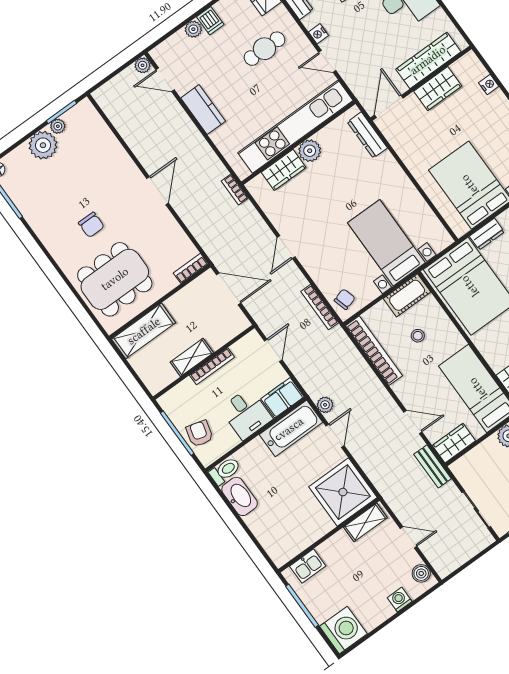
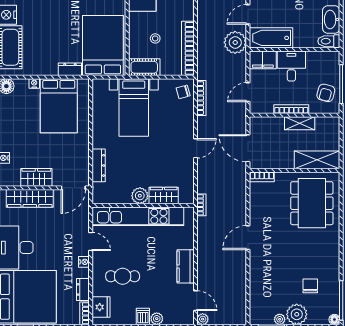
dresser: (367, 135) -> (99, 165), moved
chair: (91, 225) -> (310, 286), moved
dining table: (115, 279) -> (312, 203), turned 90
plant: (325, 405) -> (235, 42), width x1.88, depth x1.88
armchair: (200, 433) -> (326, 93), moved

